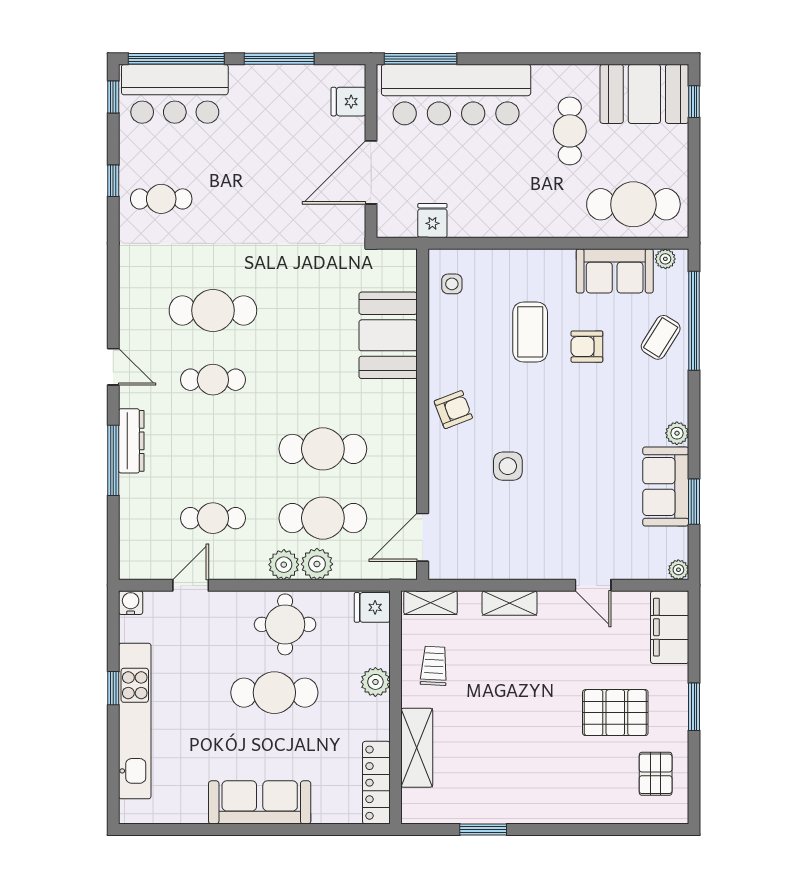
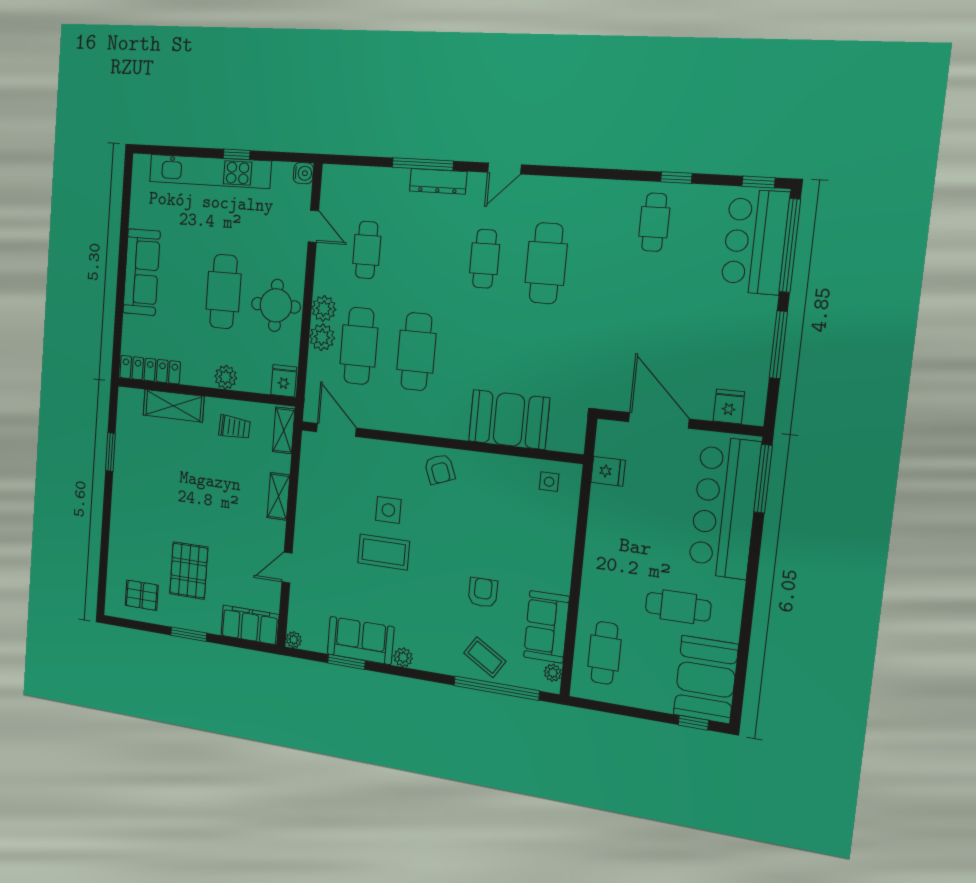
cafe table: (633, 204) -> (604, 653), width x0.73, depth x0.74
coffee table: (530, 332) -> (384, 552), moved

